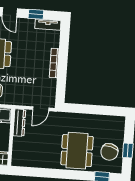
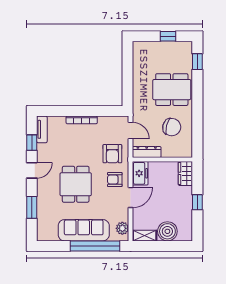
armchair: (20, 90) -> (112, 154), added
chair: (109, 152) -> (172, 127), moved

